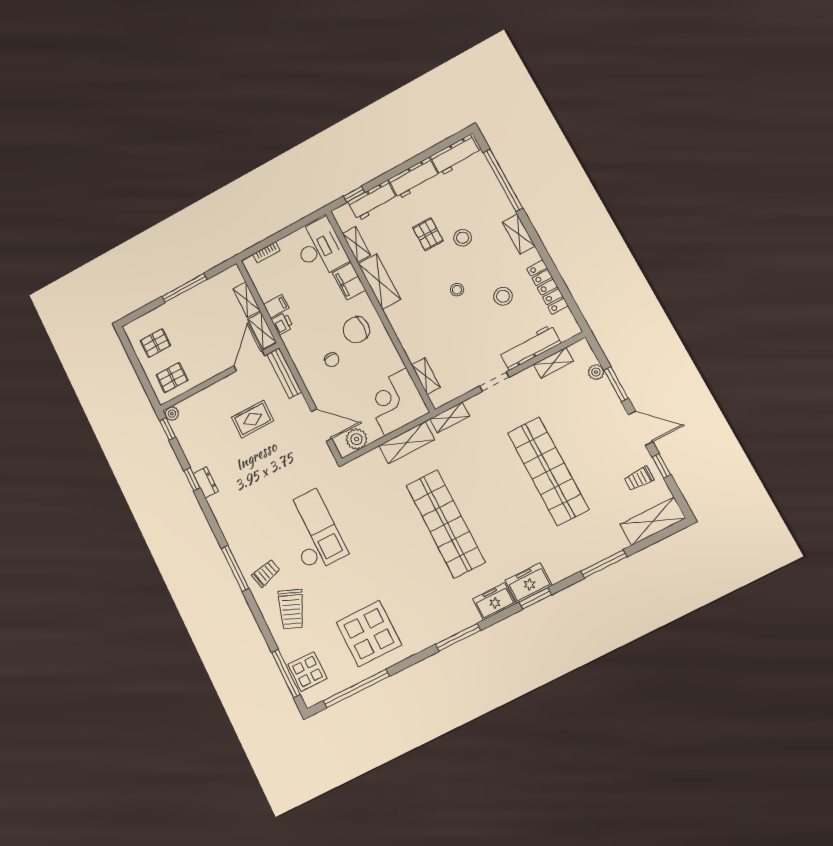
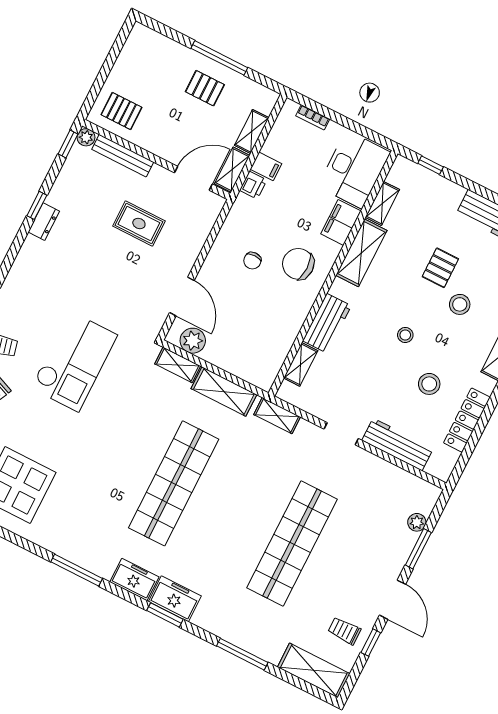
workbench: (373, 201) -> (327, 323), moved, turned -90
pallet: (155, 343) -> (205, 88), moved
shelving: (553, 363) -> (178, 365), moved
bench: (284, 373) -> (123, 156), moved, turned 90
corner desk: (396, 402) -> (255, 353), removed

